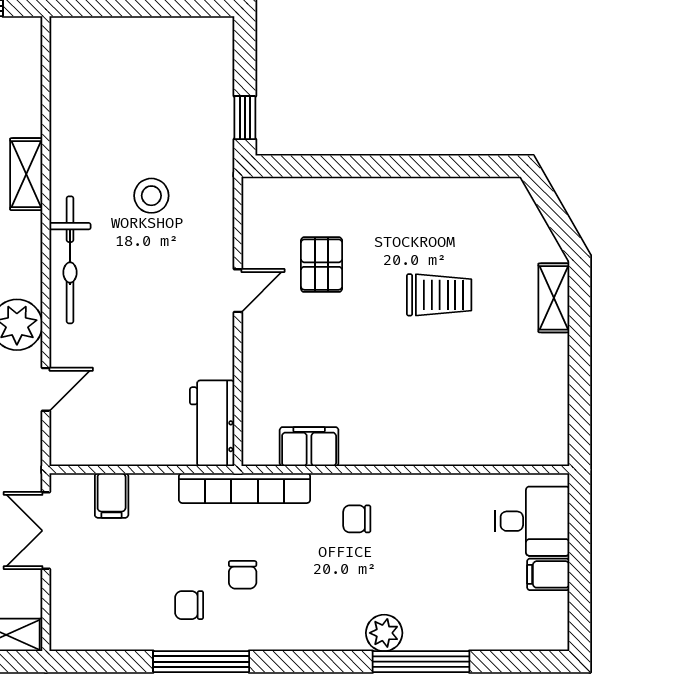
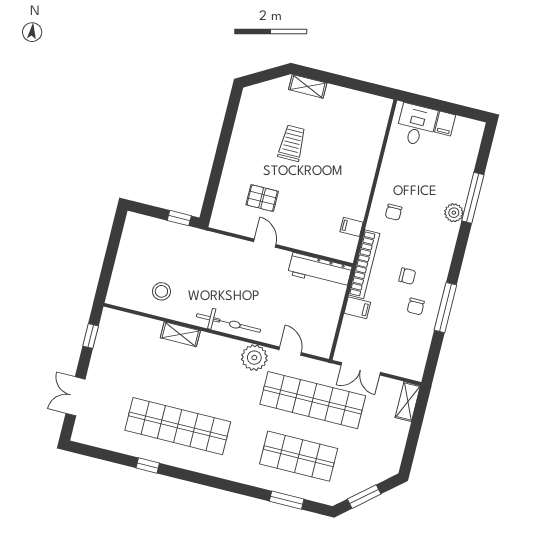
stool: (151, 196) -> (161, 291), moved
workbench: (212, 423) -> (320, 270), width x1.38
filing cabinet: (309, 447) -> (352, 227), width x0.50
filing cabinet: (112, 496) -> (357, 308), moved

